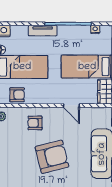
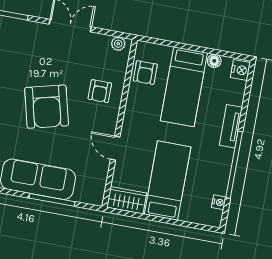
door: (71, 106) -> (115, 148), hinge flipped
armchair: (35, 123) -> (100, 91), turned 180

